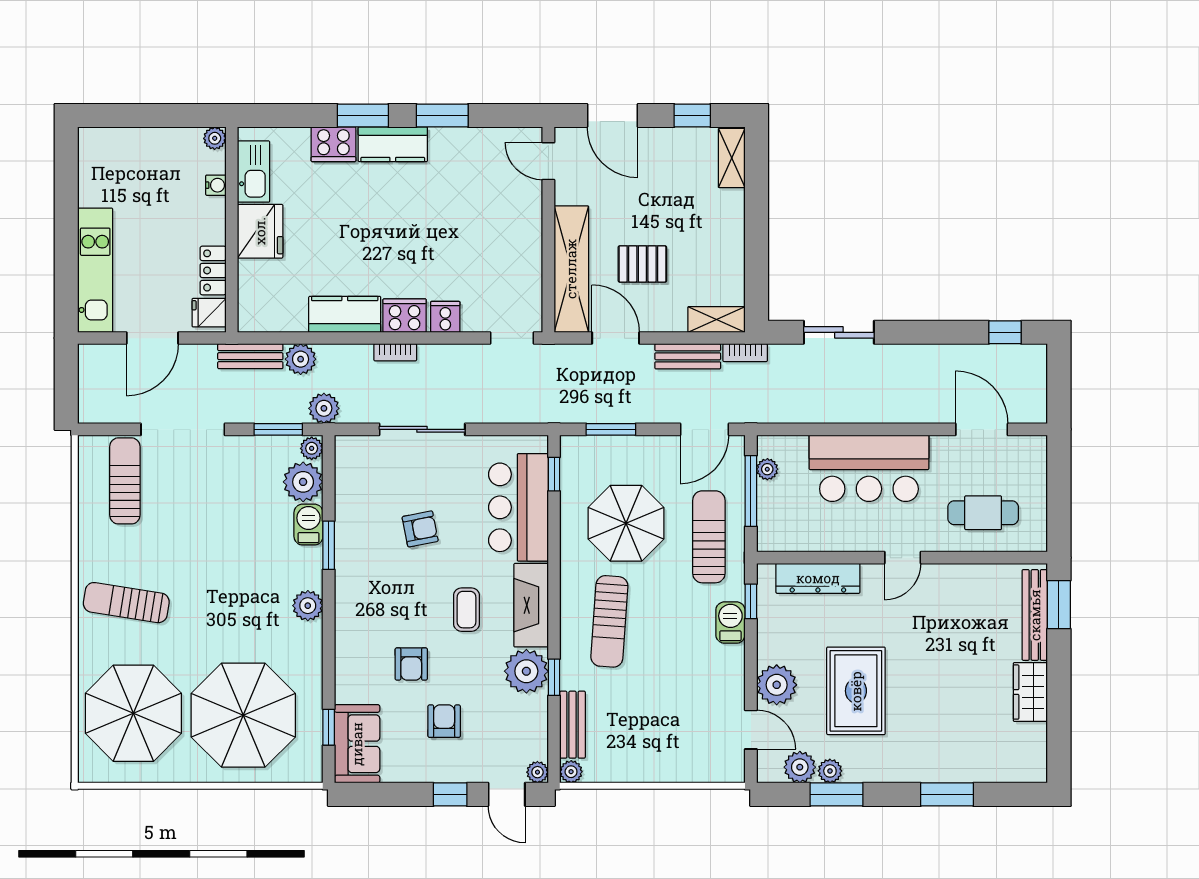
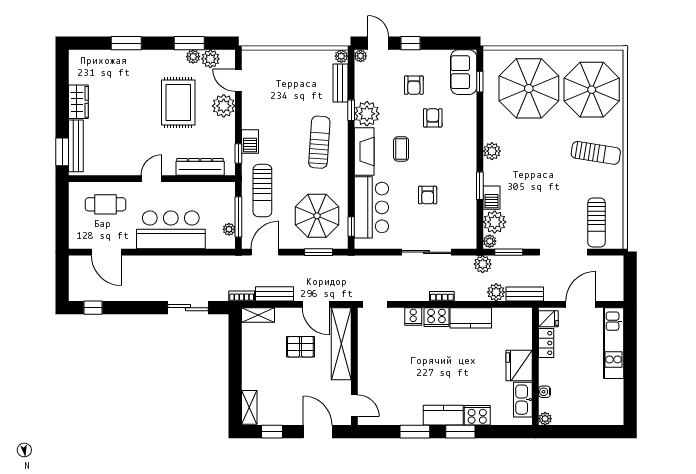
parasol: (626, 523) -> (317, 216), moved
armchair: (420, 529) -> (428, 195), turned -79

